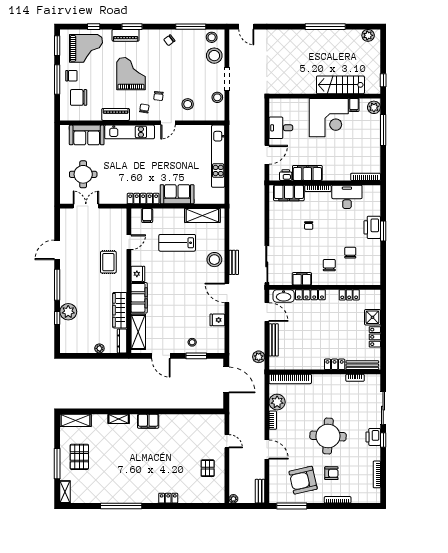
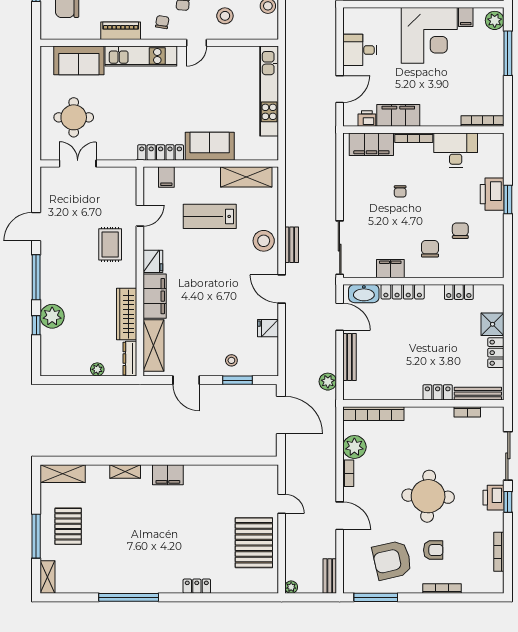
pallet: (208, 468) -> (254, 543), width x2.05, depth x2.00

